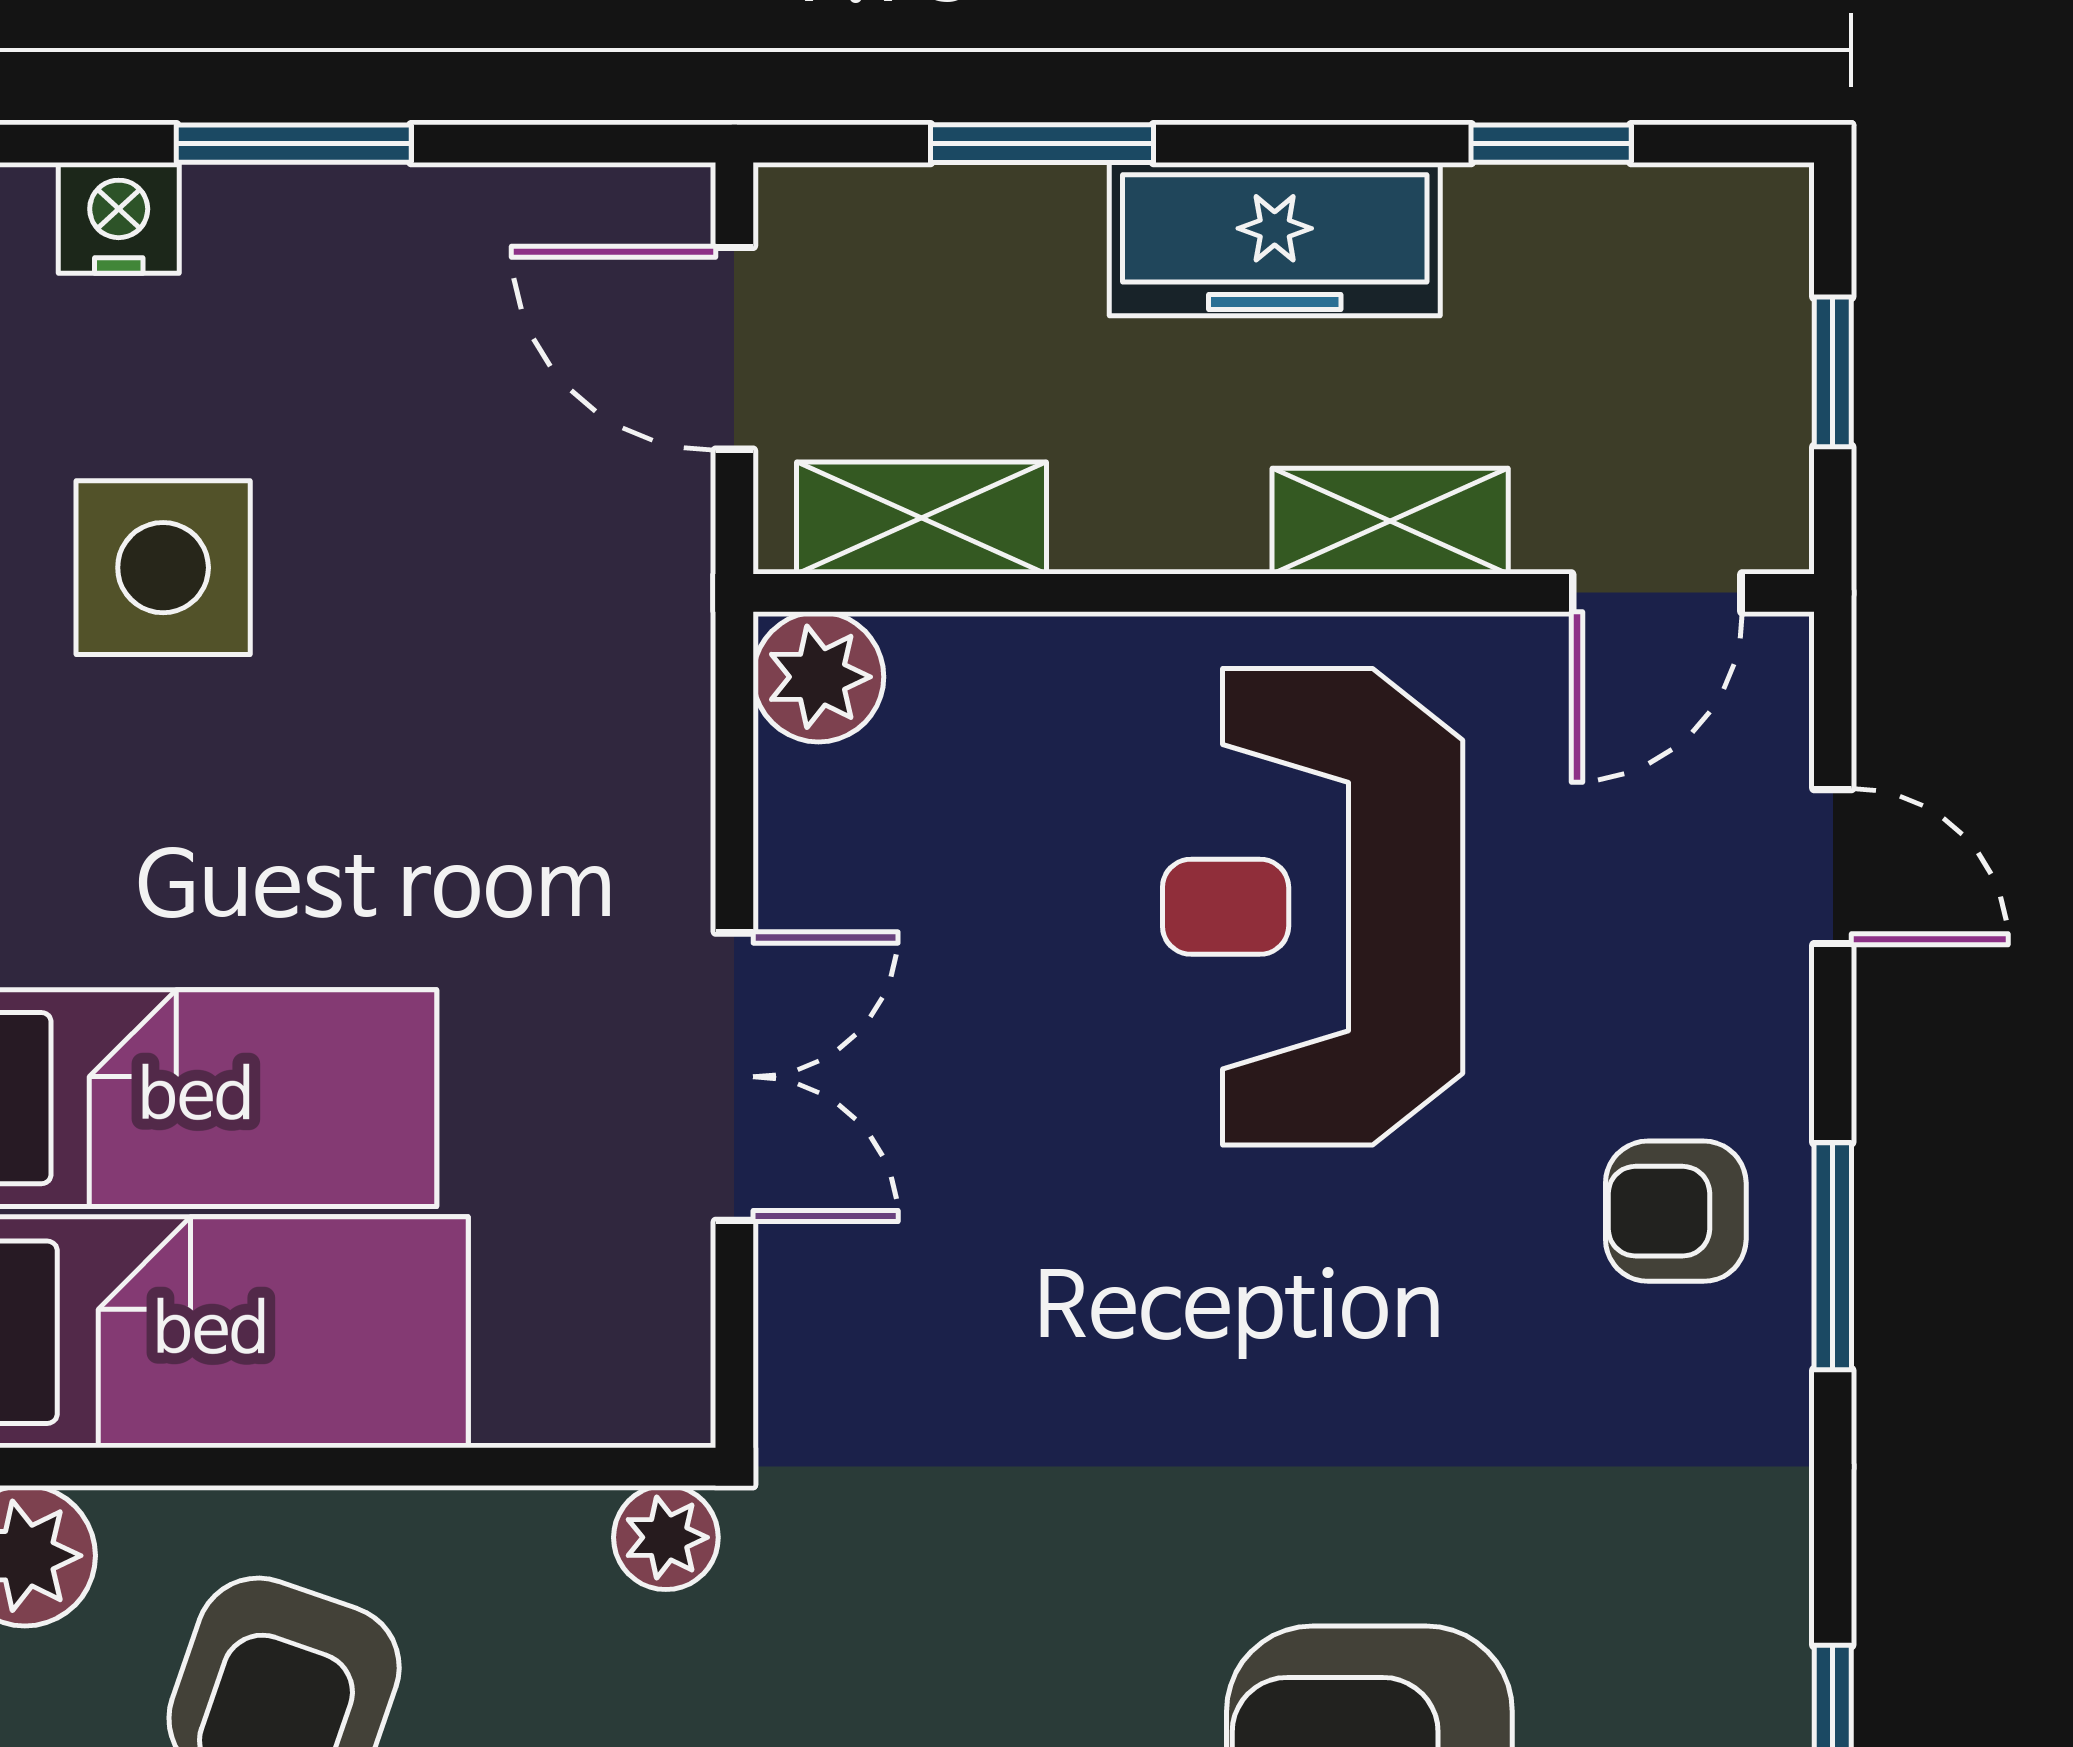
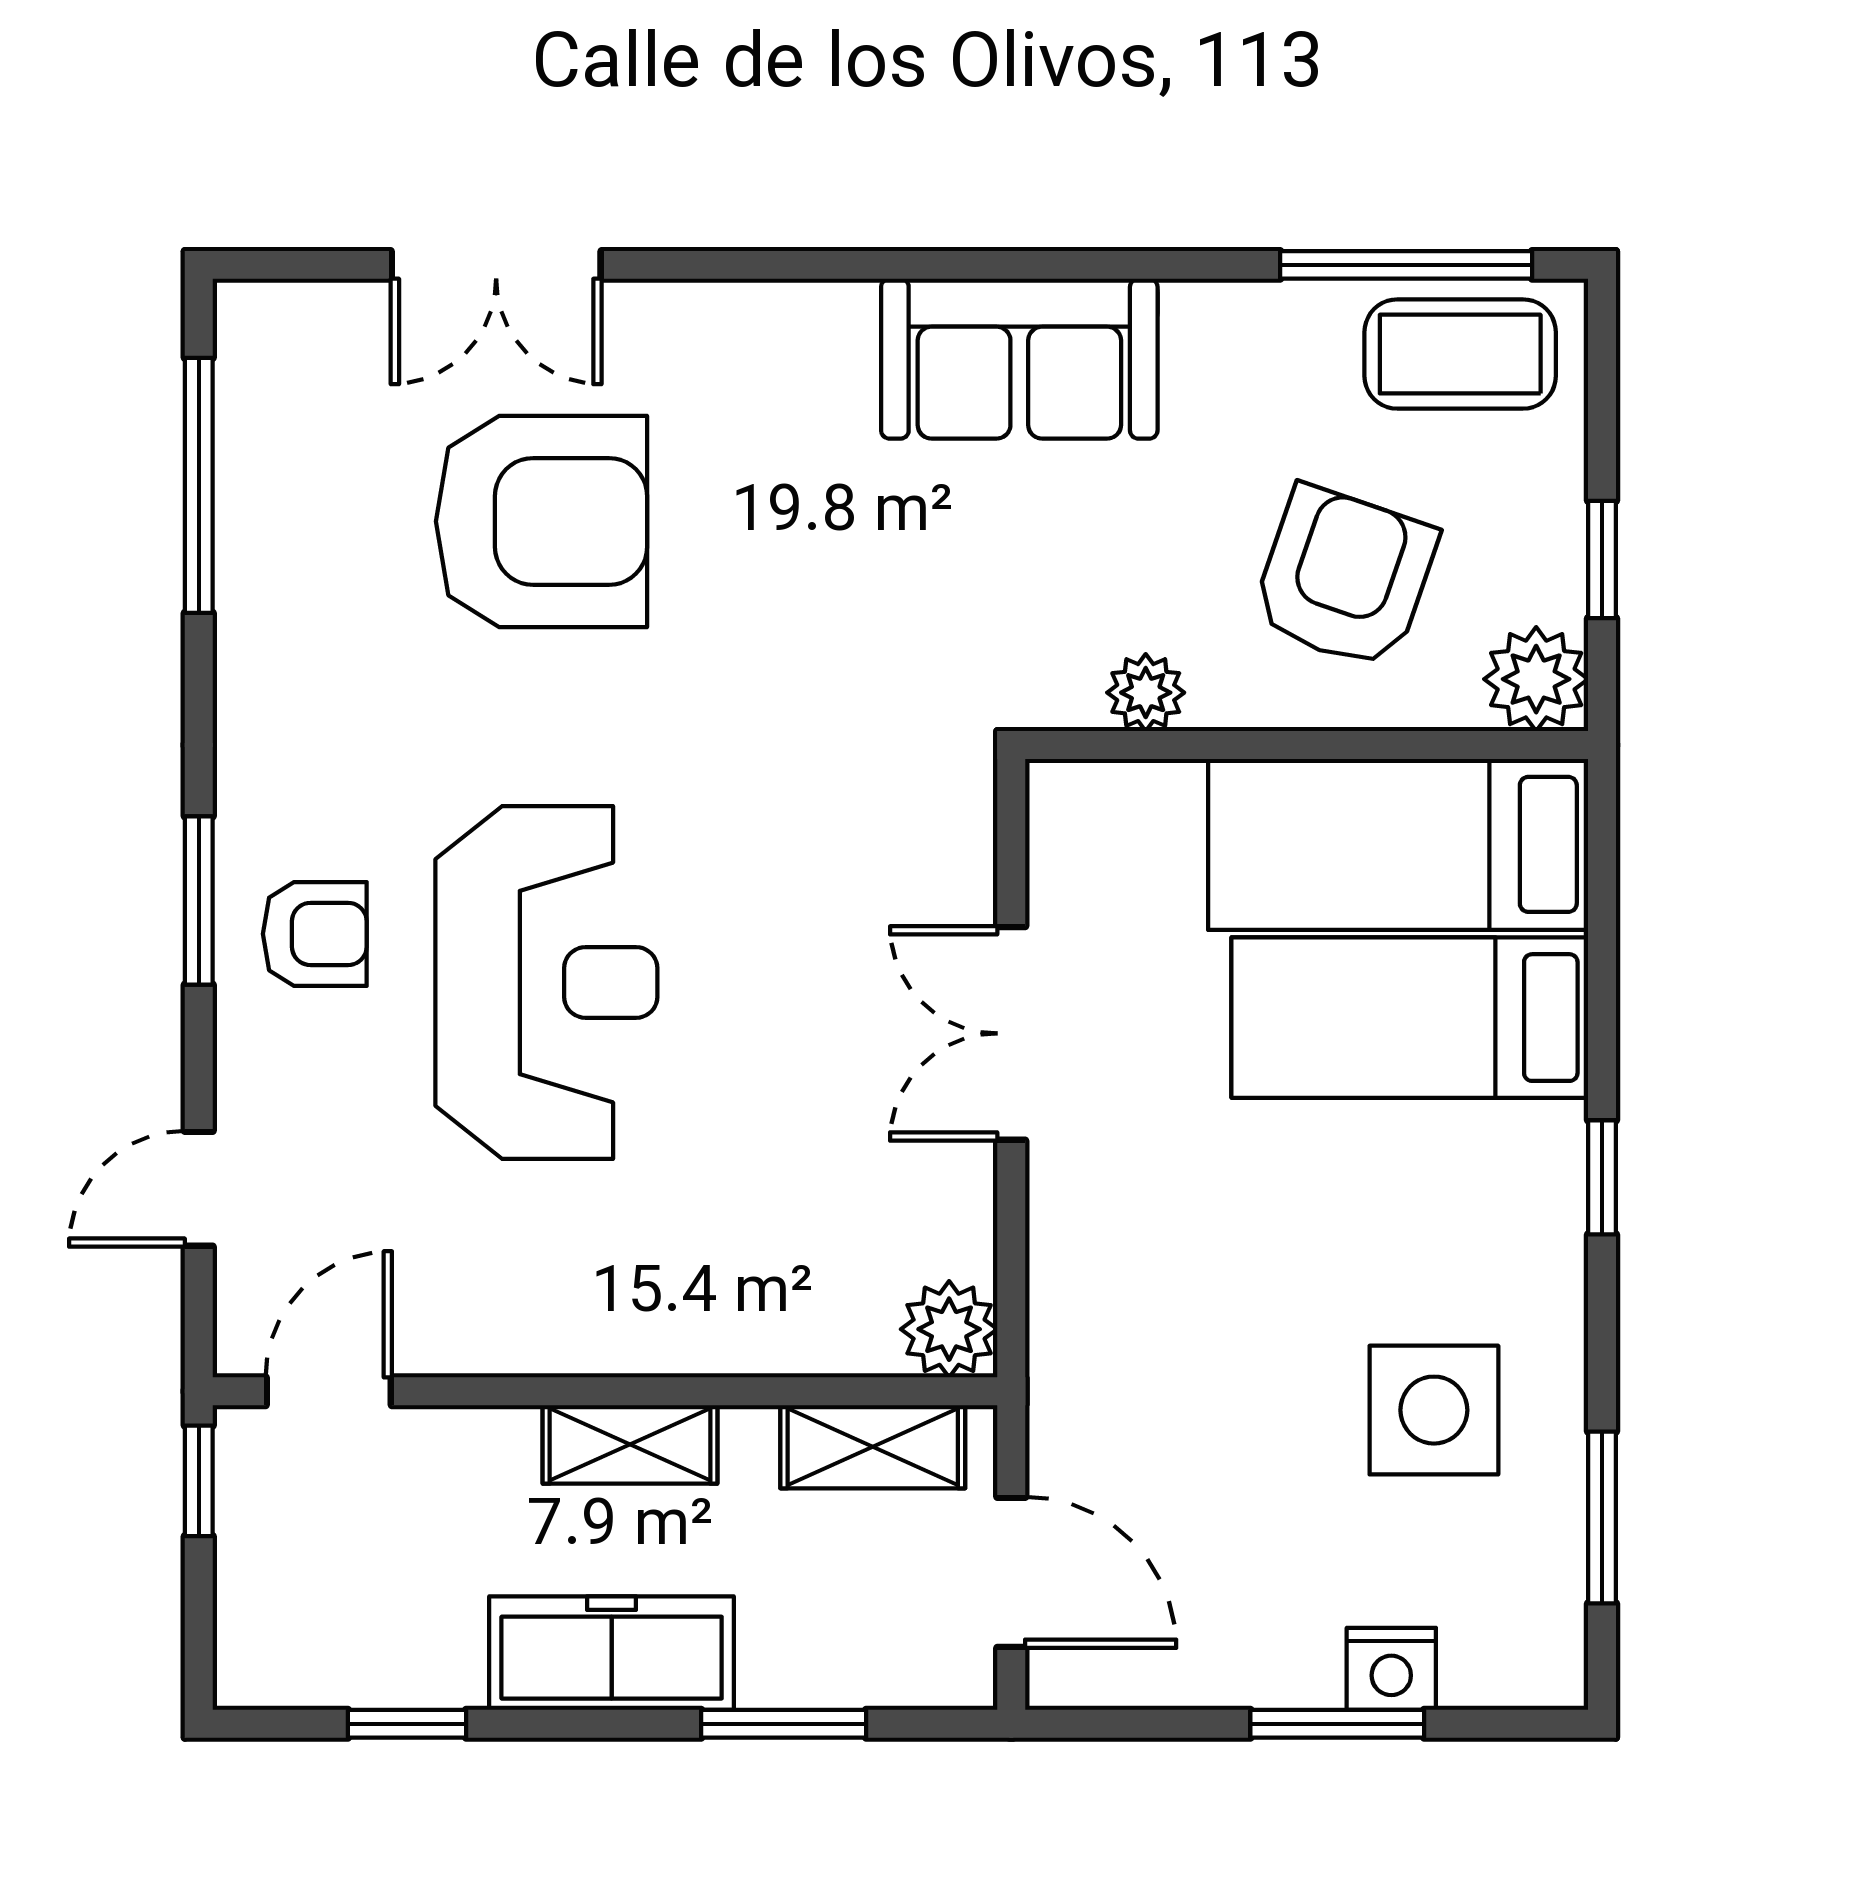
nightstand: (119, 218) -> (1391, 1669), moved
window: (1833, 372) -> (199, 1481), moved
shelving: (1390, 521) -> (630, 1444), moved
door: (1833, 867) -> (199, 1189), hinge flipped
reception desk: (1313, 907) -> (546, 982), moved
plant: (666, 1537) -> (1146, 693), moved

